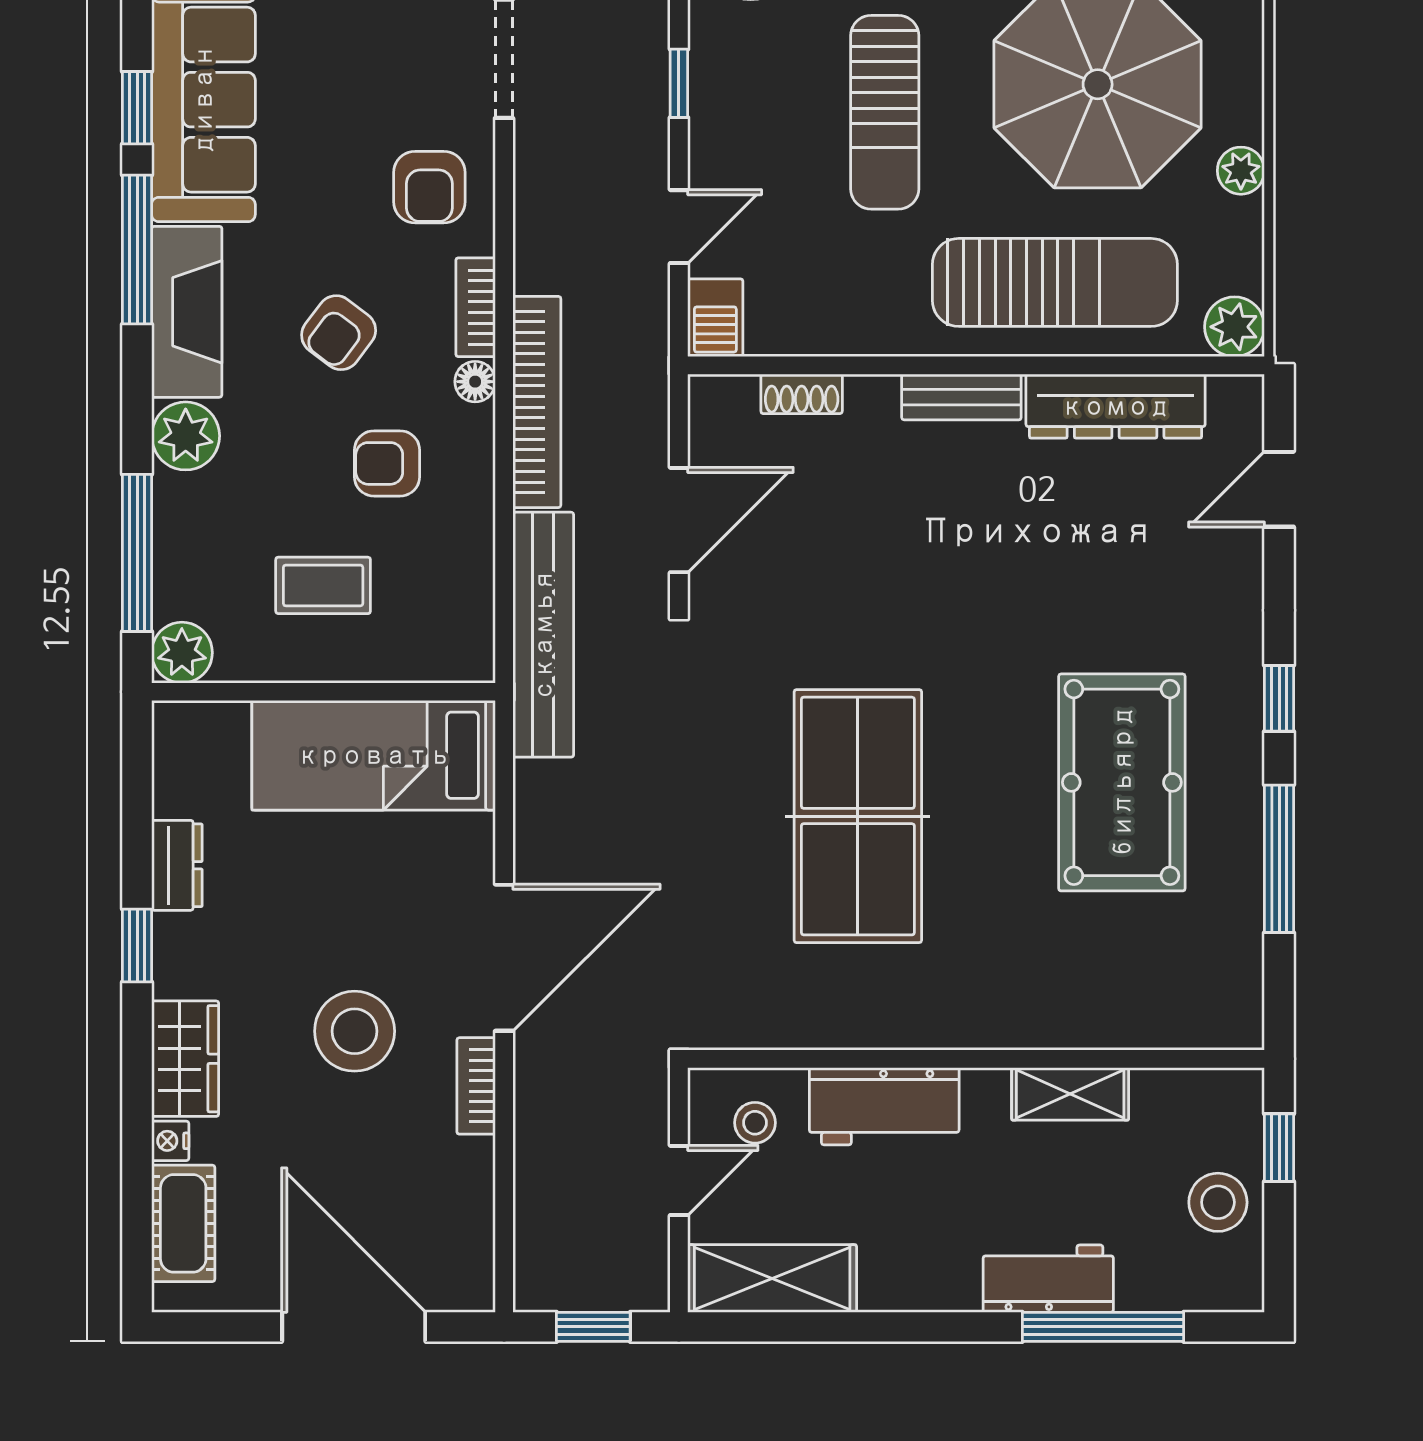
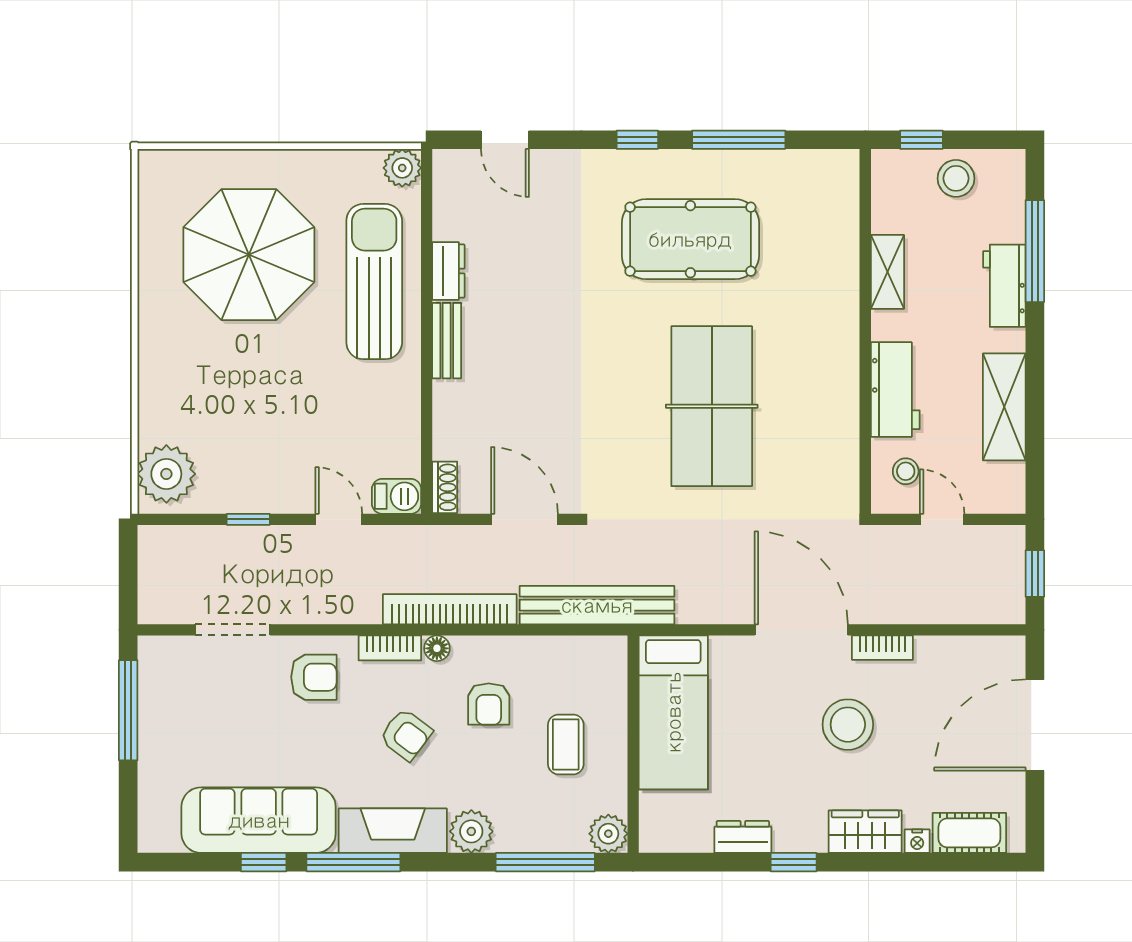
sun lounger: (885, 112) -> (267, 389), removed
plant: (1241, 171) -> (303, 164), removed
shoe rack: (802, 394) -> (445, 487), moved
dresser: (1116, 406) -> (448, 271), width x0.51, depth x0.80
table tennis table: (858, 816) -> (712, 406), turned 90
shelving: (772, 1279) -> (1004, 407), moved

